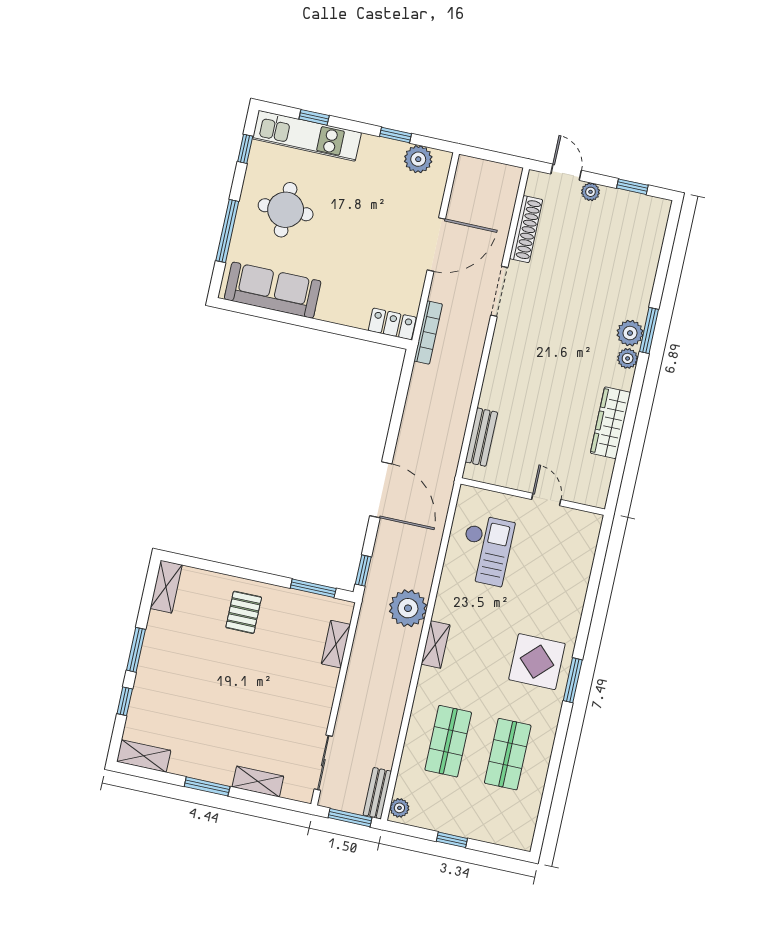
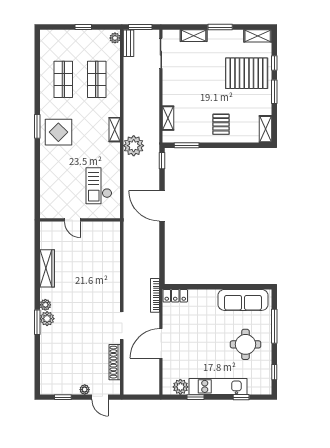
kitchen unit: (307, 136) -> (218, 386), moved
bench: (481, 437) -> (114, 246), removed
pallet: (178, 694) -> (247, 73), added

